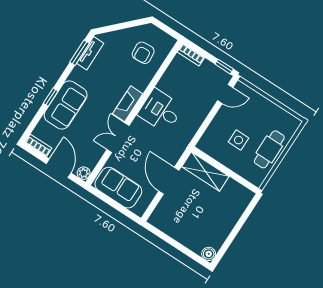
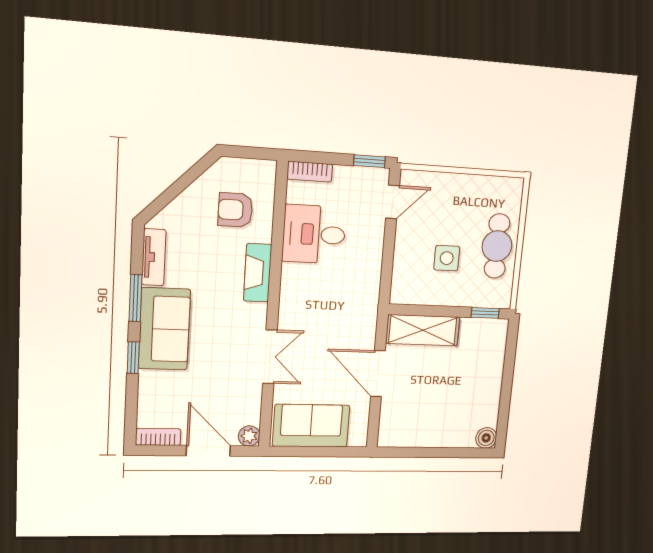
window: (80, 53) -> (135, 298), moved
armchair: (143, 53) -> (235, 210), turned 94
fireplace: (128, 104) -> (258, 273), moved
sofa: (66, 105) -> (164, 329), moved
desk: (160, 111) -> (314, 234), moved
double door: (118, 138) -> (270, 357), swing flipped
window: (244, 182) -> (485, 313), added

